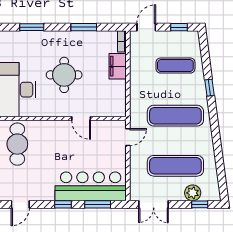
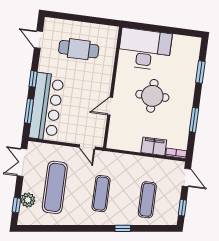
exercise mat: (175, 116) -> (101, 194), width x0.73, depth x0.69
cafe table: (17, 144) -> (79, 49), moved

